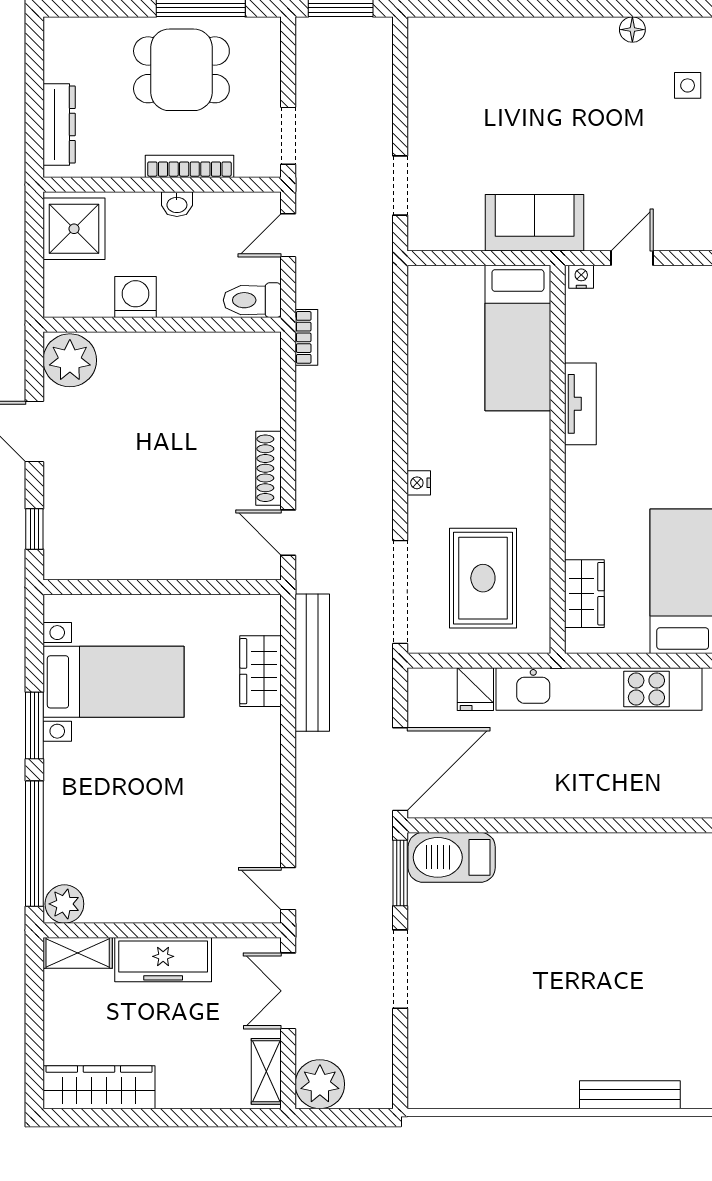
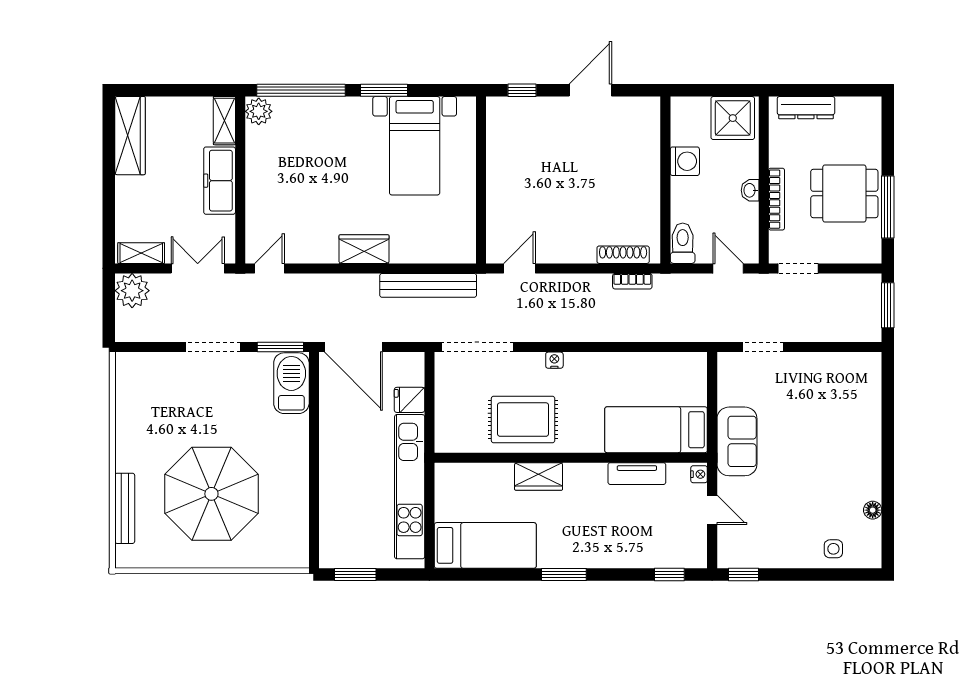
dining table: (181, 70) -> (844, 194), turned 90
bookcase: (306, 337) -> (632, 281), moved
plant: (70, 360) -> (640, 115), removed
tv unit: (580, 404) -> (637, 474), moved
shoe rack: (269, 468) -> (623, 255), moved
rug: (483, 578) -> (523, 420), moved
wardrobe: (584, 594) -> (539, 476), moved
wardrobe: (261, 671) -> (364, 249), moved
parasol: (609, 971) -> (211, 494), added

